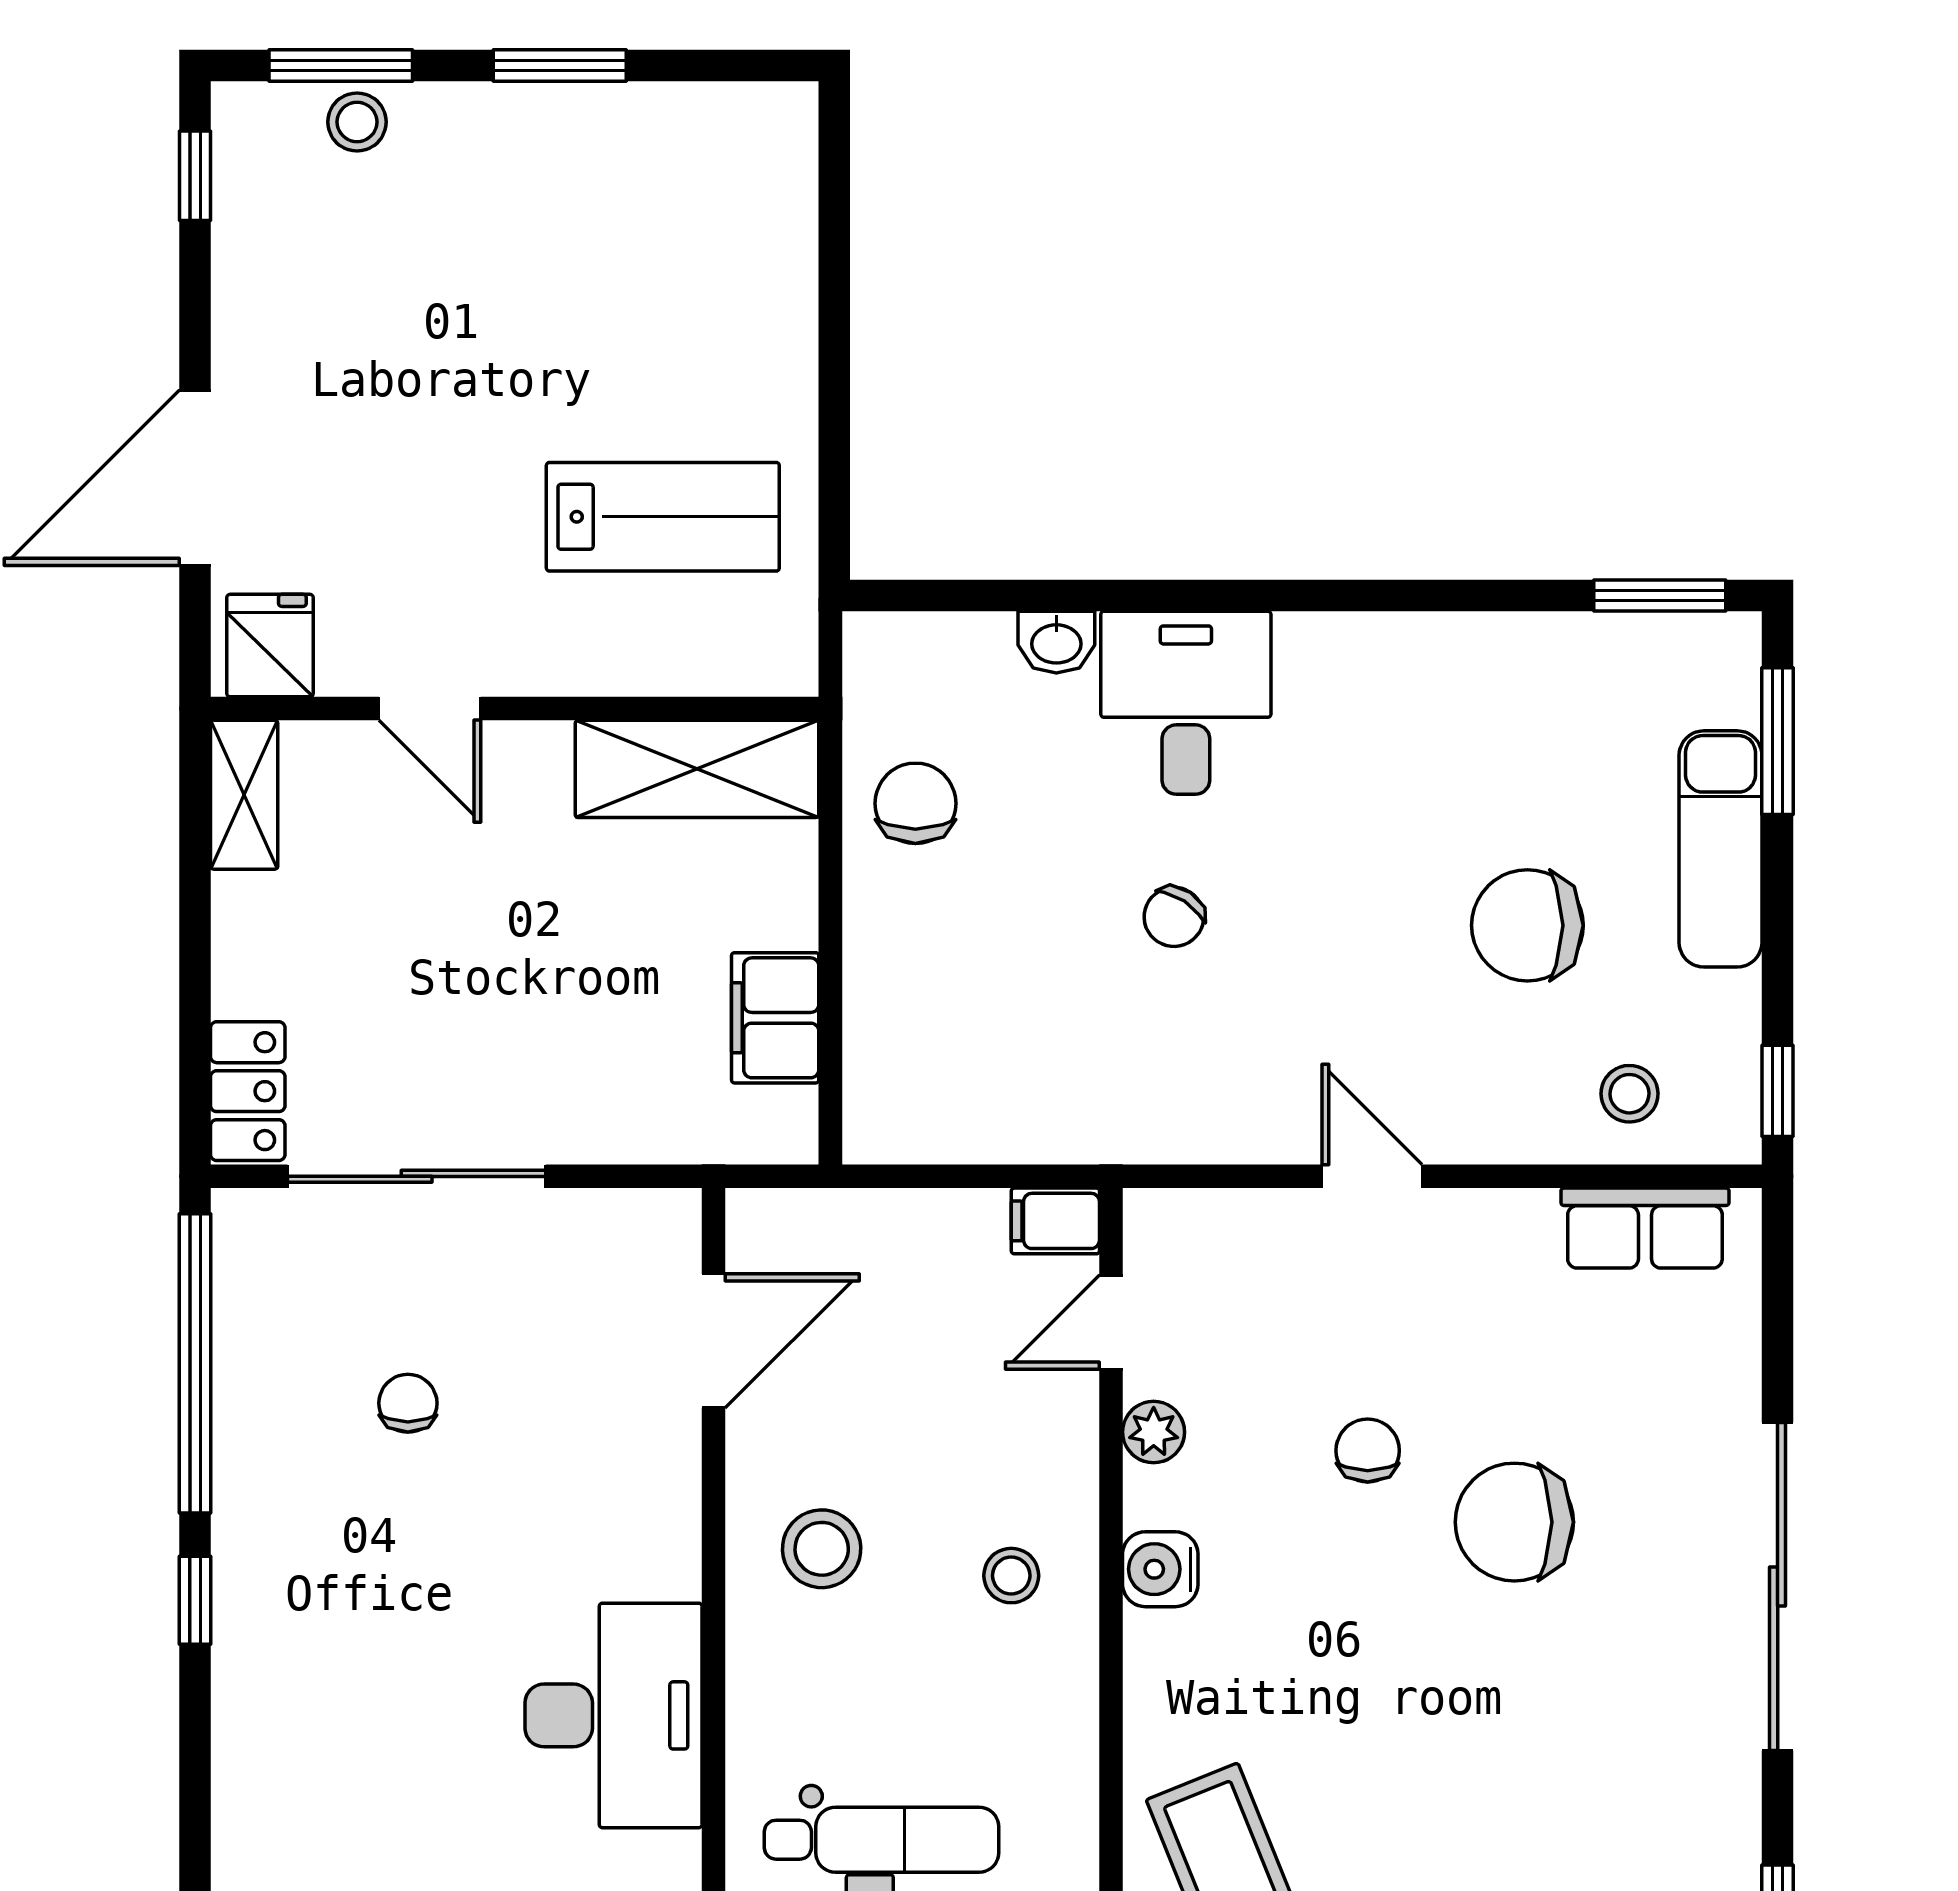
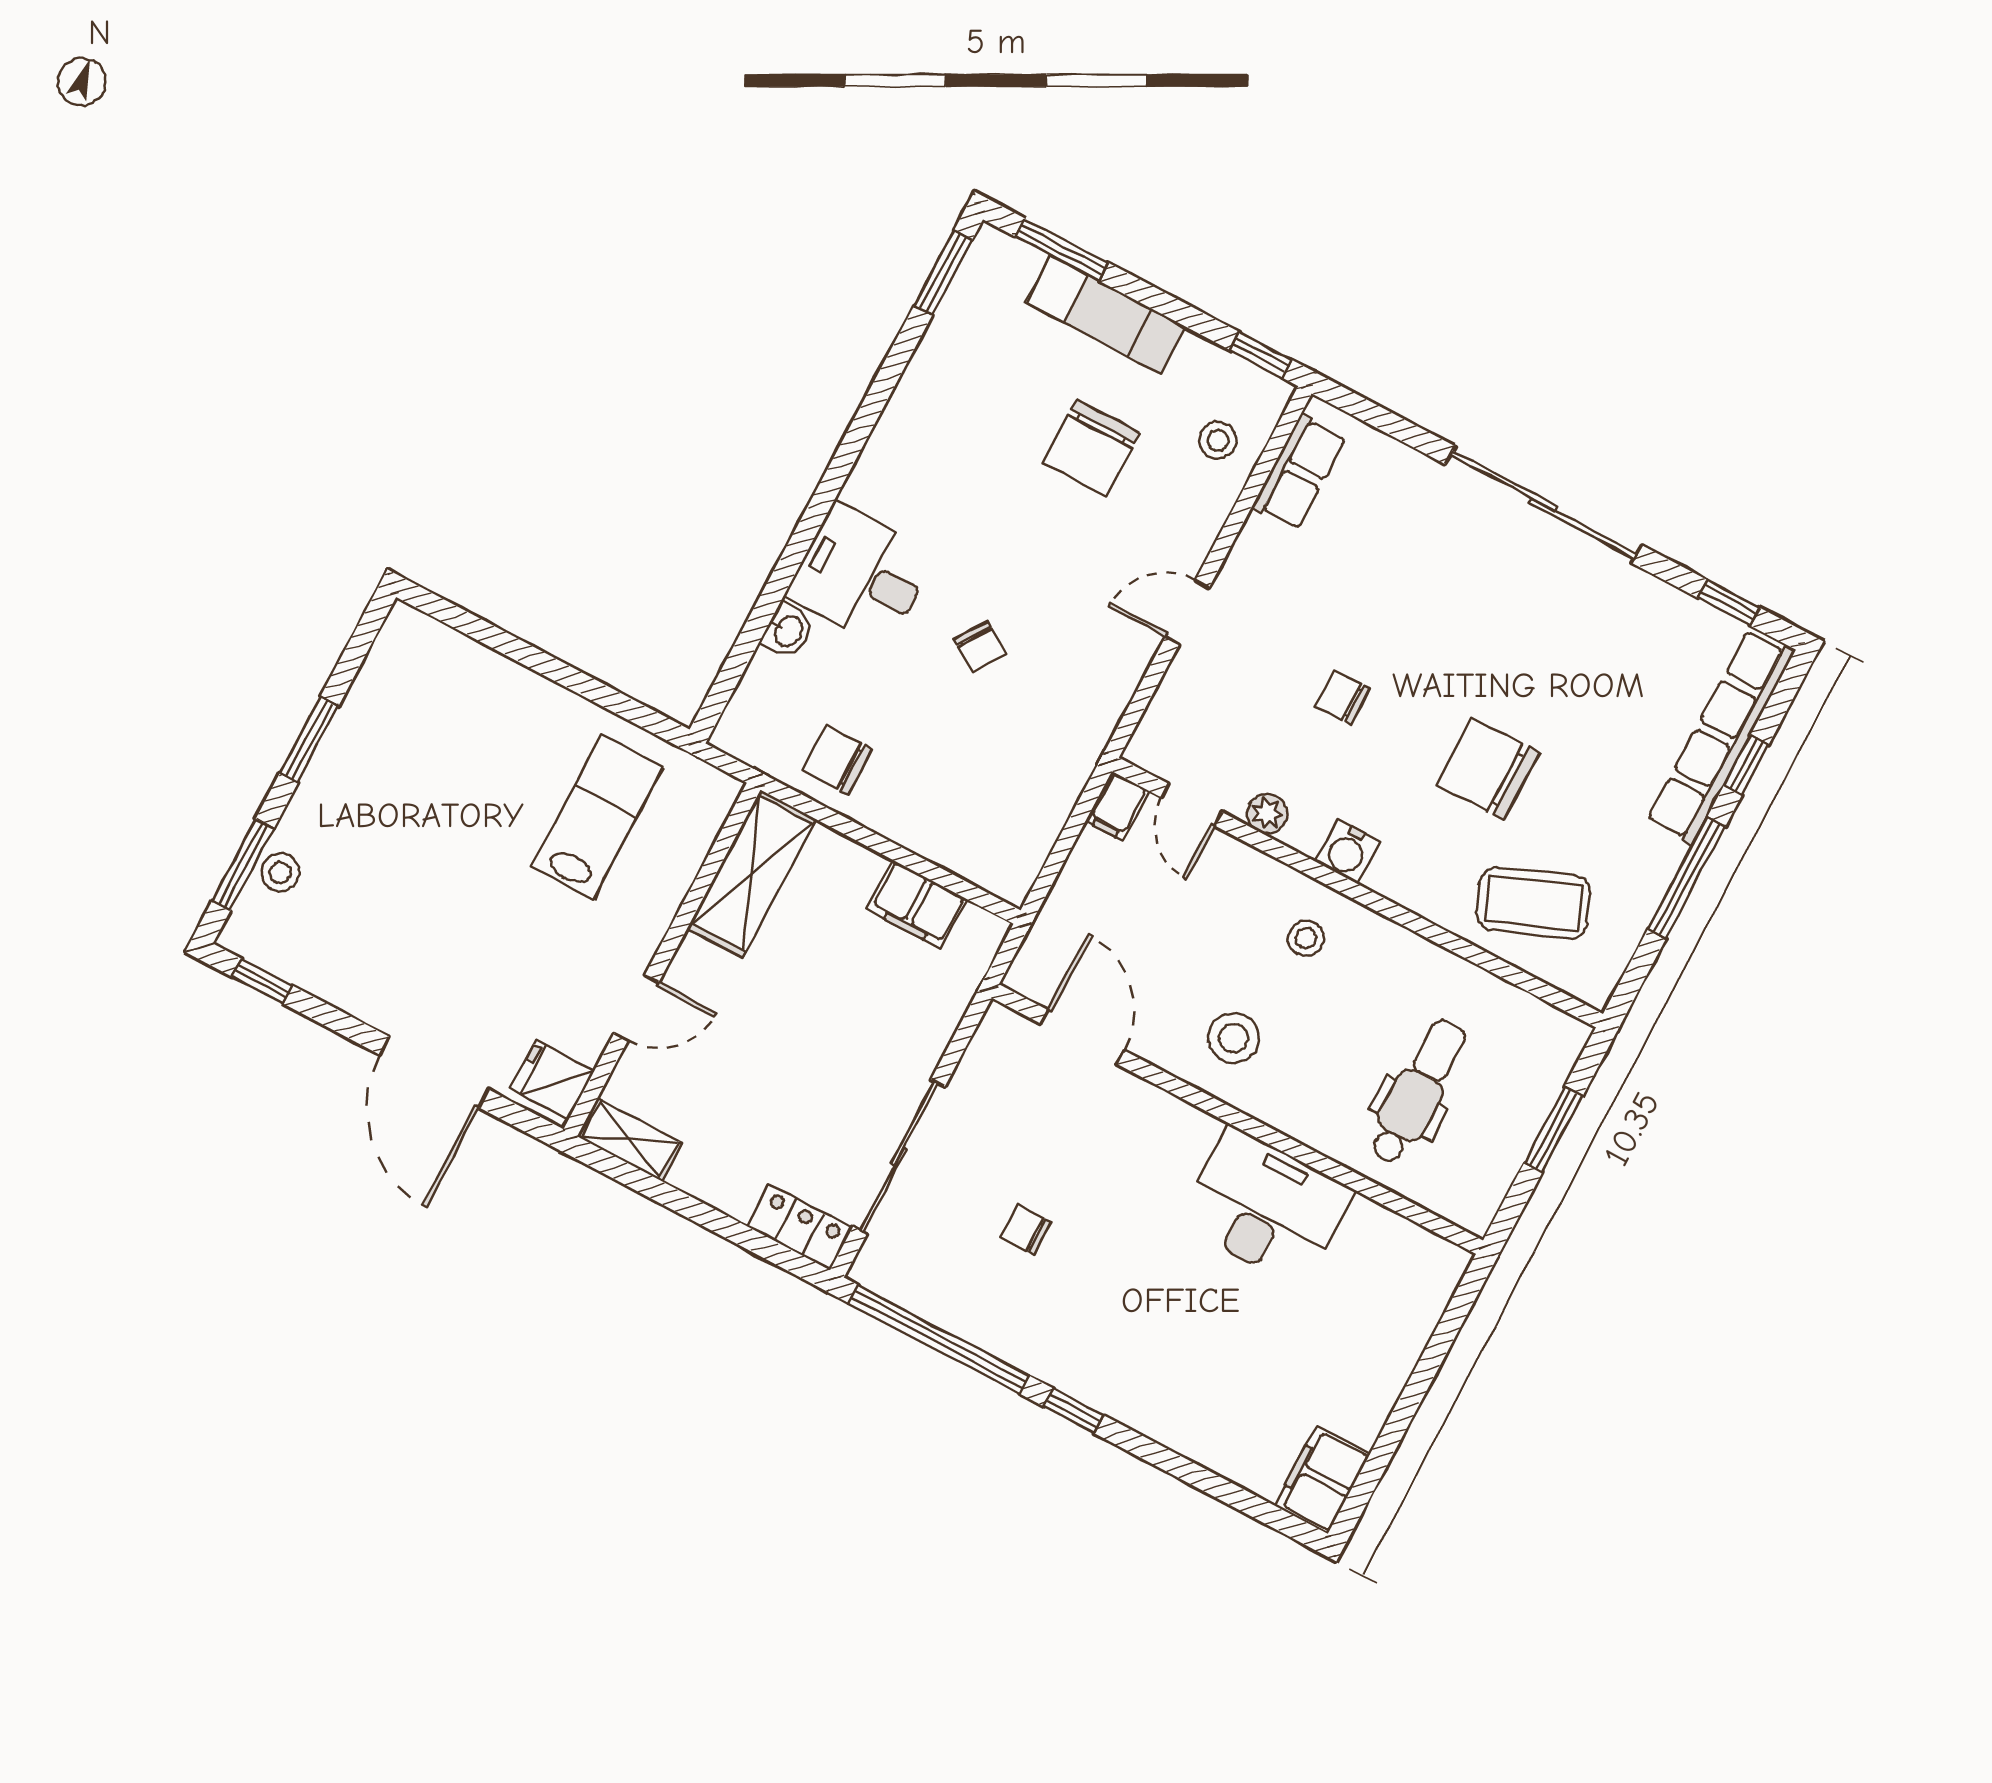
chair: (1514, 1522) -> (1488, 769), moved, turned 90

